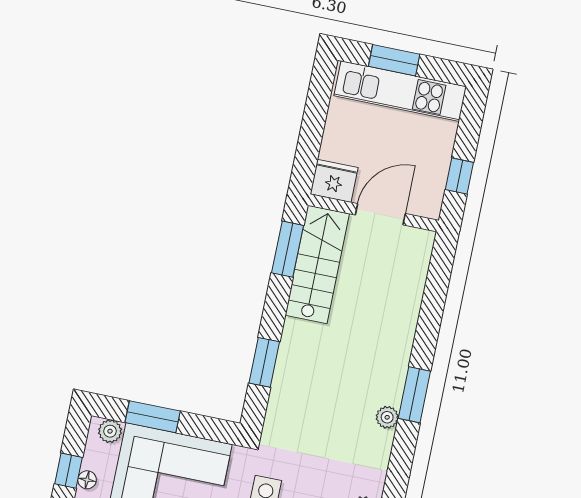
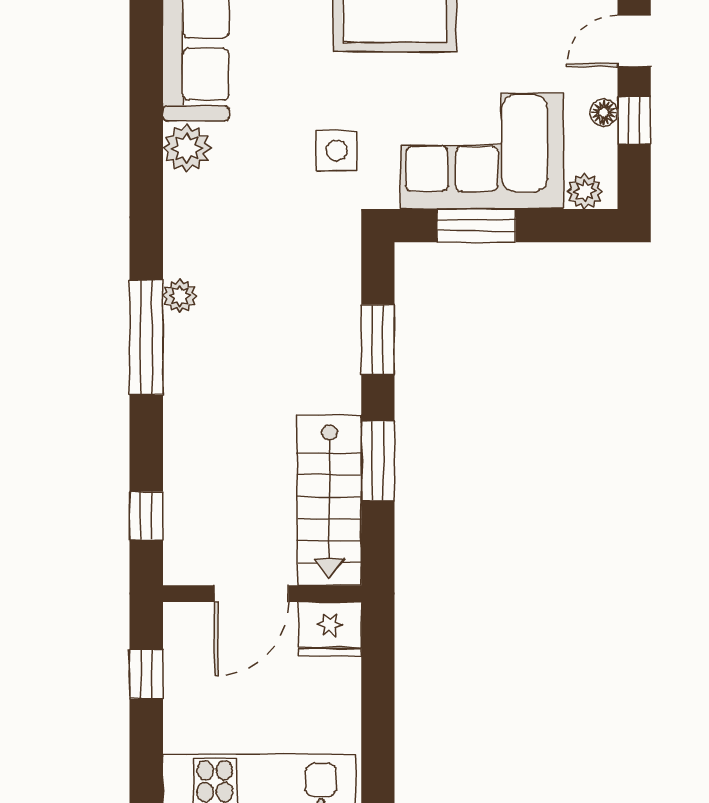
window: (288, 249) -> (378, 461), moved
window: (438, 279) -> (146, 516), added
window: (414, 395) -> (146, 337), width x1.44
window: (153, 417) -> (476, 226), moved

